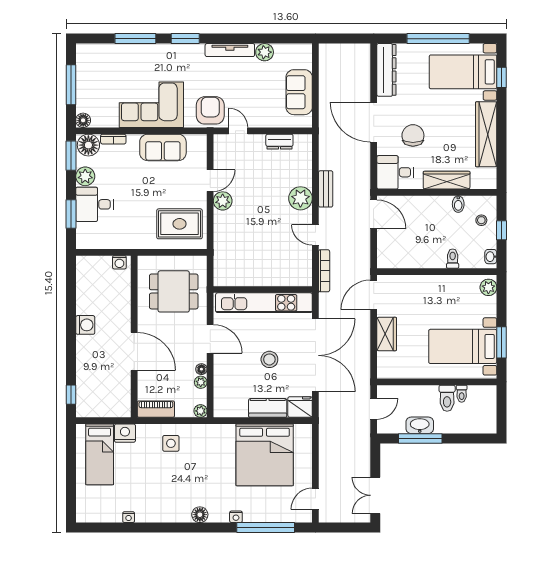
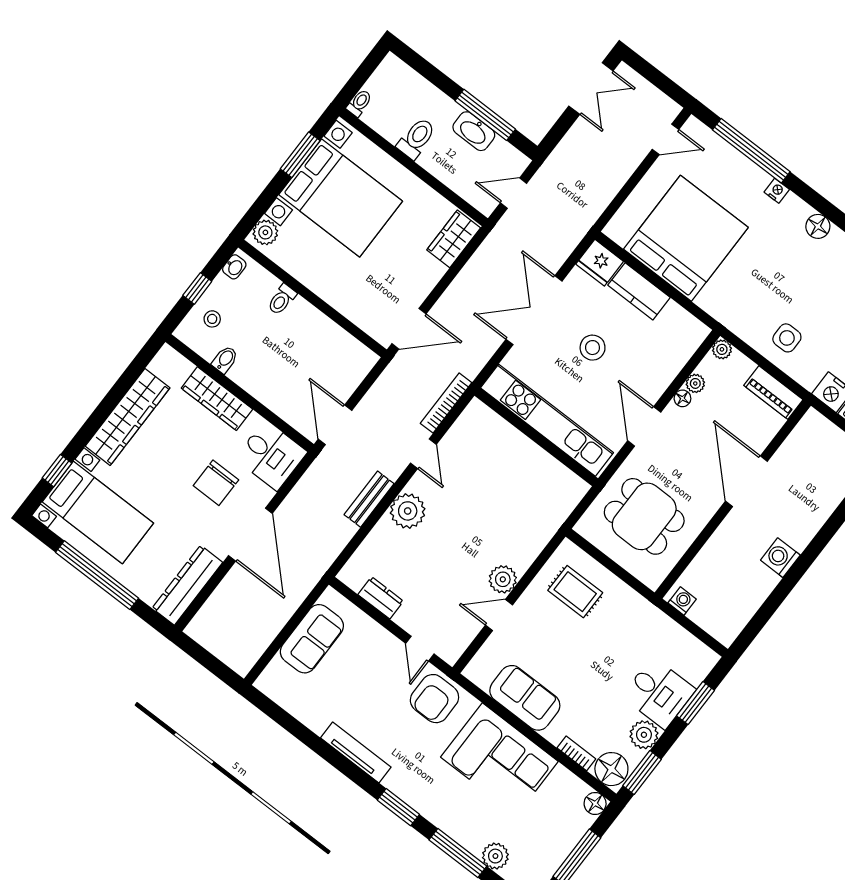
plant: (265, 52) -> (495, 856), moved
rug: (180, 224) -> (575, 592), width x0.73, depth x0.70
wardrobe: (387, 334) -> (454, 239), moved
bed with nightstands: (463, 346) -> (341, 198), width x1.36
double door: (315, 355) -> (534, 310), width x0.73
toilet: (462, 394) -> (359, 103), moved

